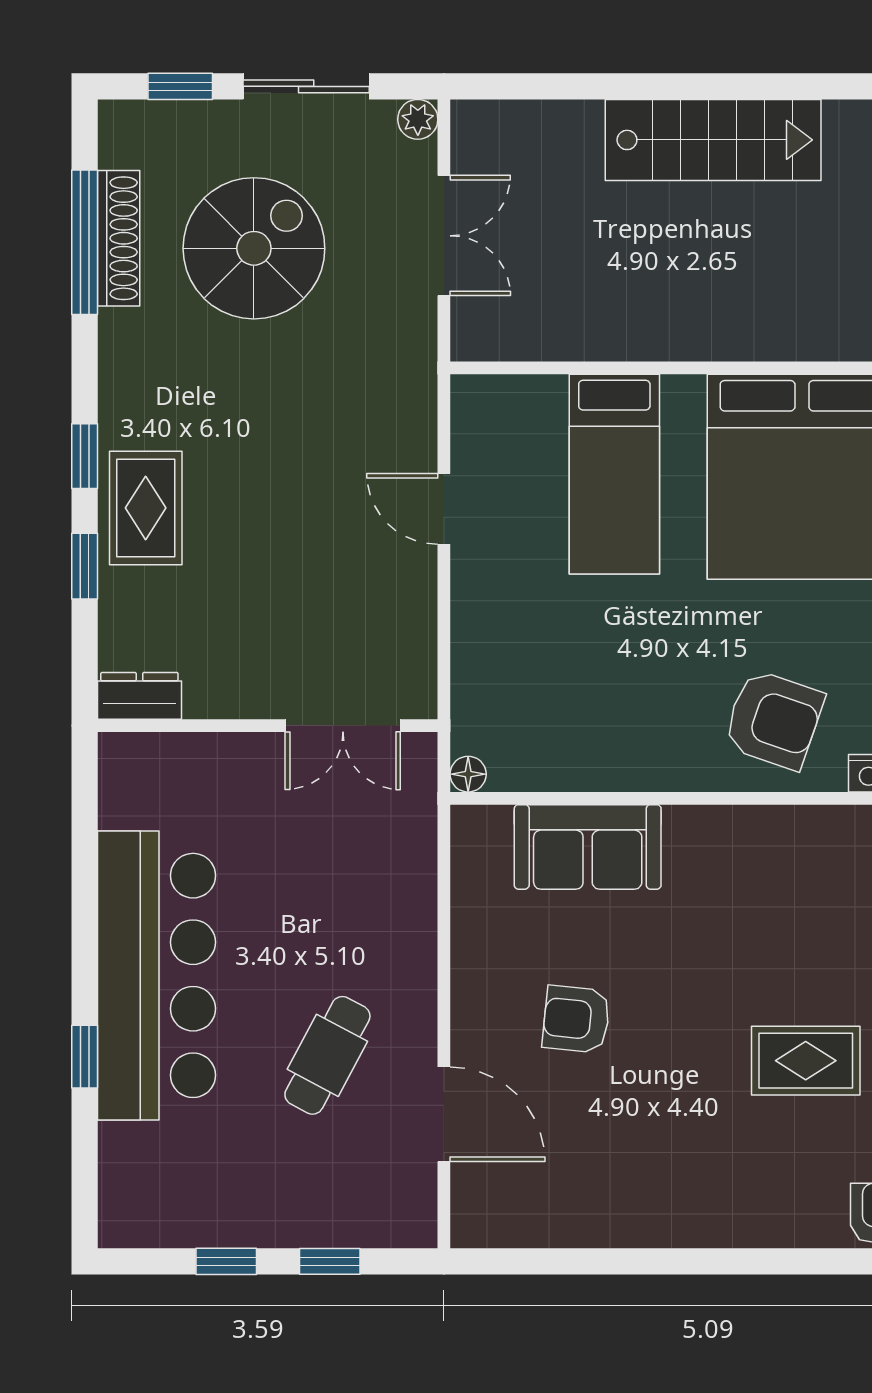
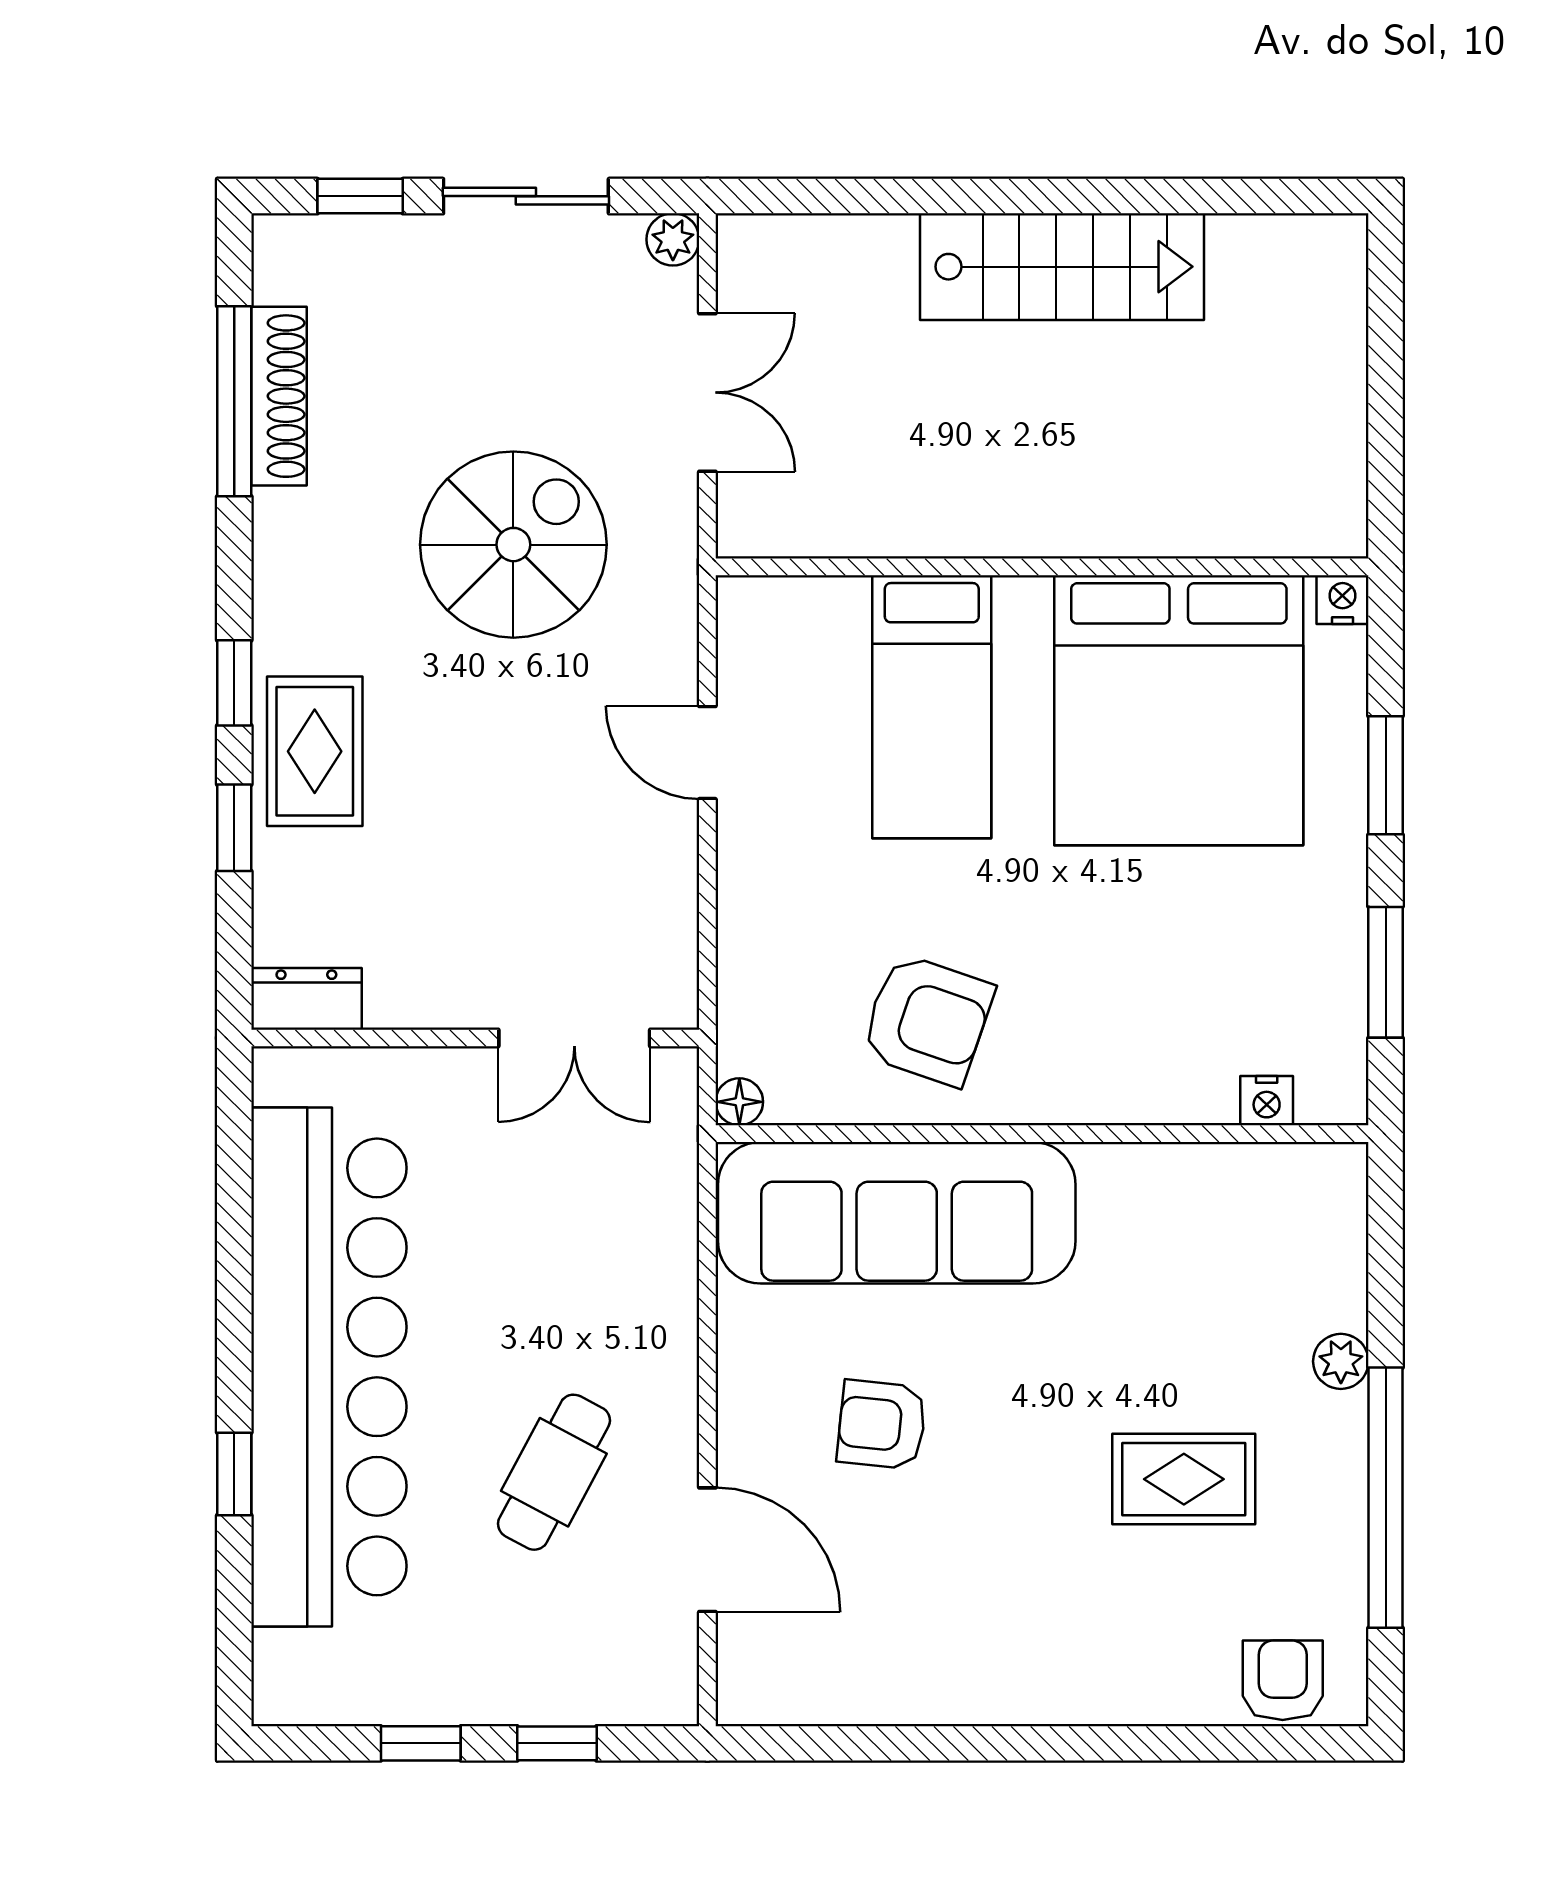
spiral stairs: (254, 248) -> (513, 545), moved
armchair: (774, 720) -> (927, 1020), moved
sofa: (588, 847) -> (897, 1213), width x1.85, depth x1.27
bar counter: (157, 975) -> (329, 1367), width x1.36

